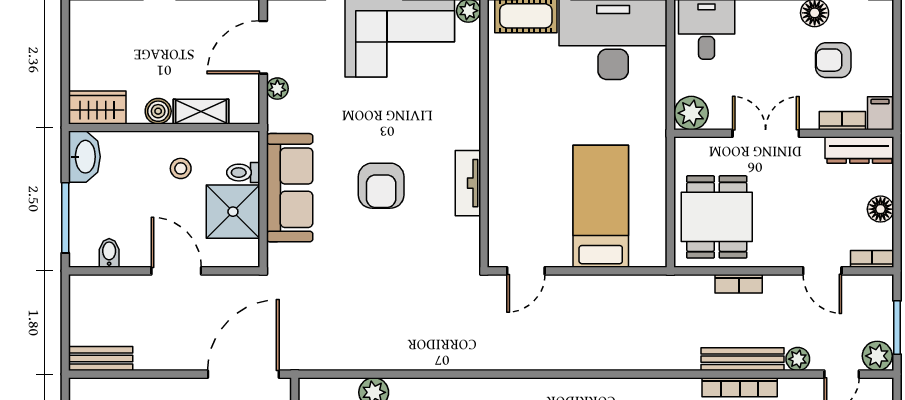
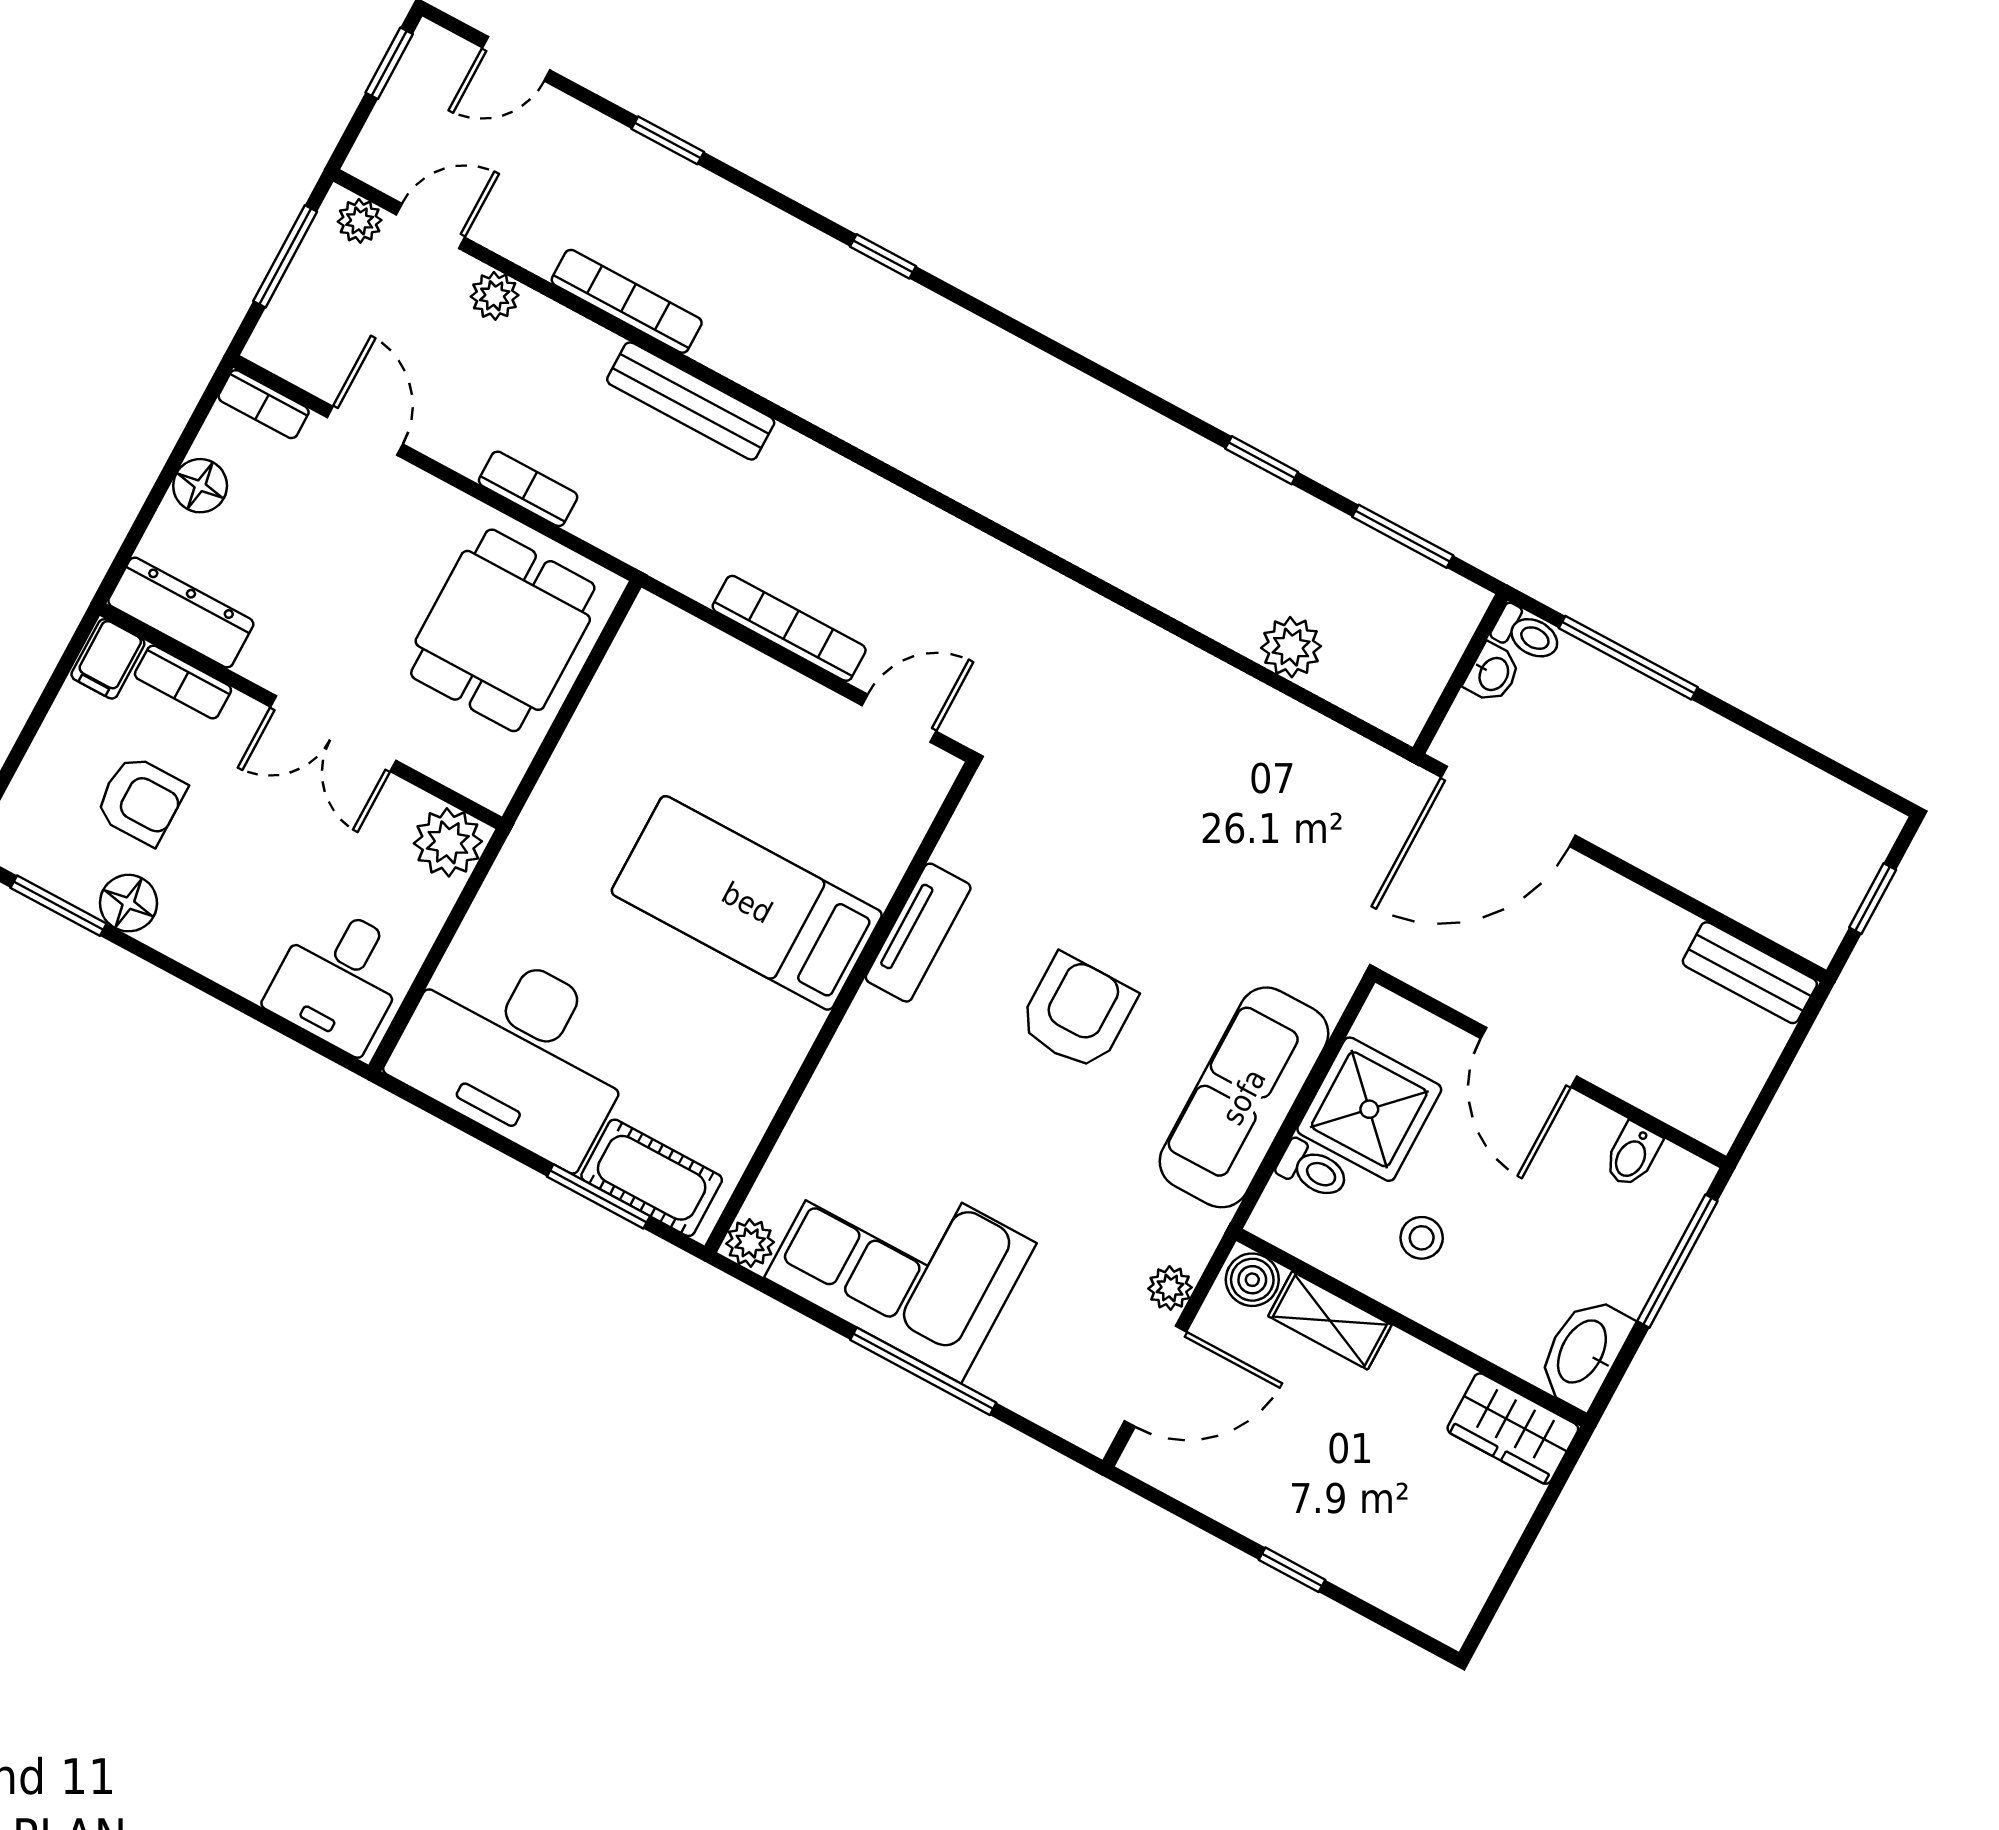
boiler: (158, 111) -> (1252, 1280), moved
bed: (601, 206) -> (747, 903), moved, turned 90
bookcase: (594, 284) -> (789, 628), added
plant: (877, 356) -> (360, 221), width x0.73, depth x0.73
bench: (742, 359) -> (691, 401), moved

